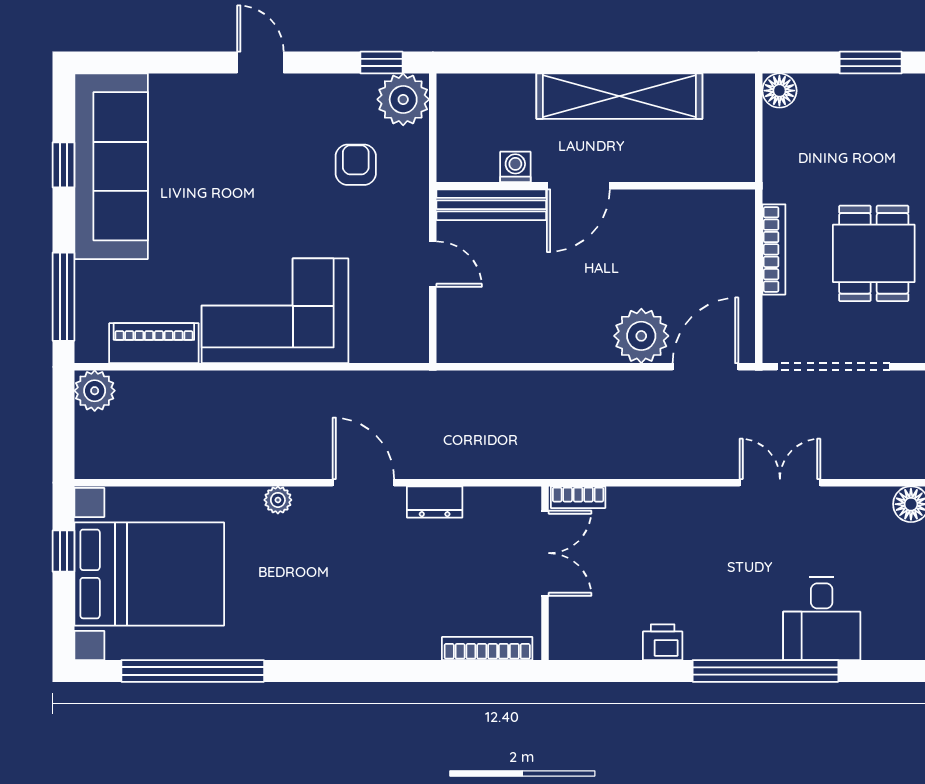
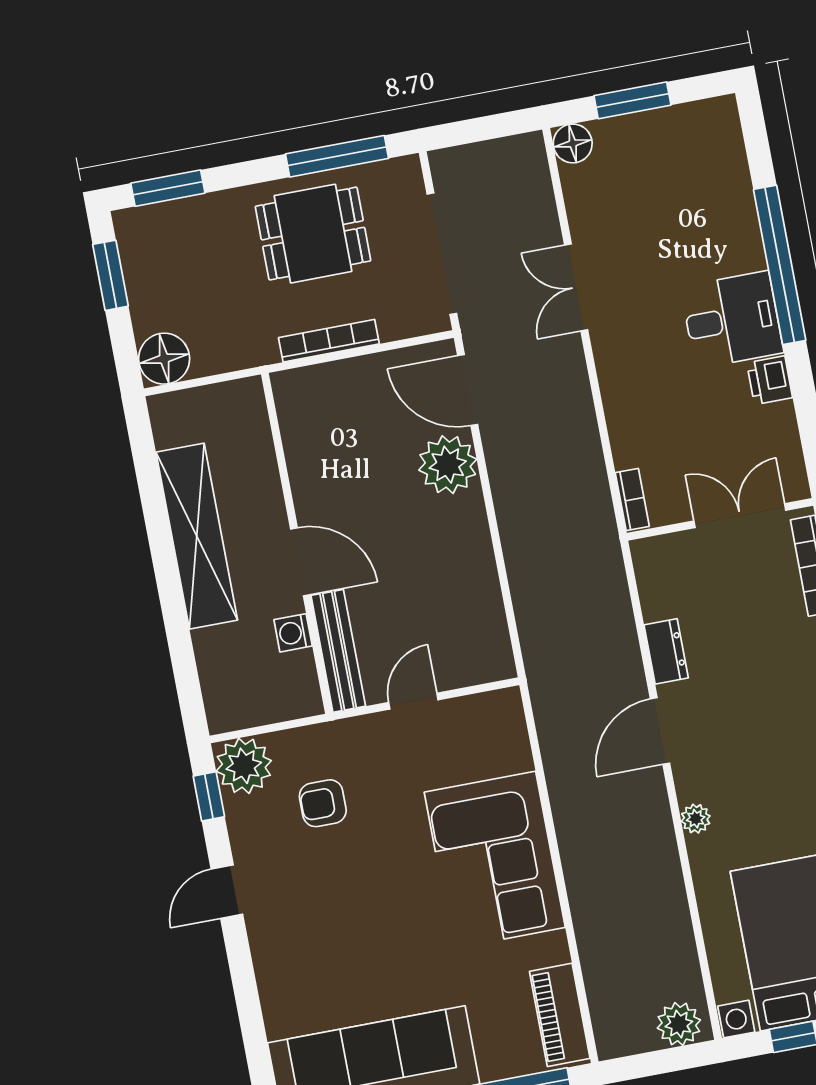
door: (260, 63) -> (227, 892), moved
floor lamp: (779, 91) -> (164, 359), width x1.38, depth x1.38
piano: (154, 343) -> (560, 1015), moved
plant: (95, 391) -> (679, 1024), moved
double door: (545, 553) -> (740, 516), moved
desk: (822, 618) -> (732, 320), moved

